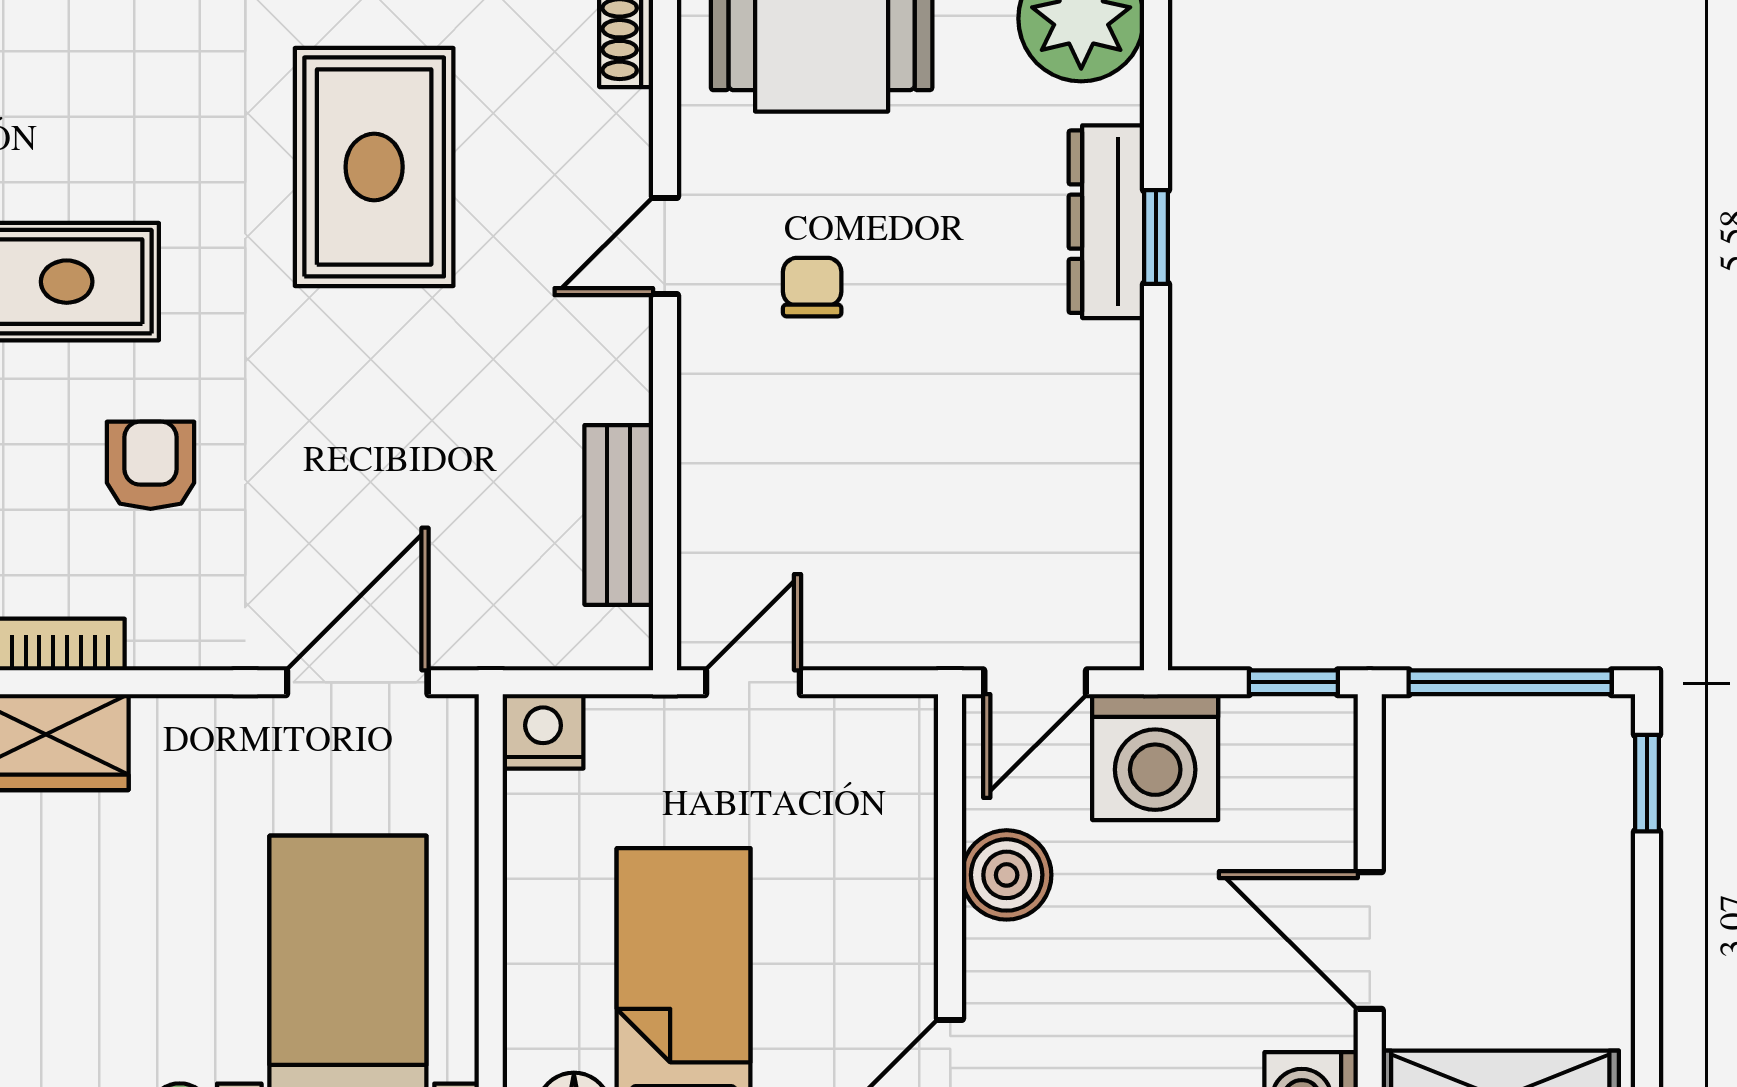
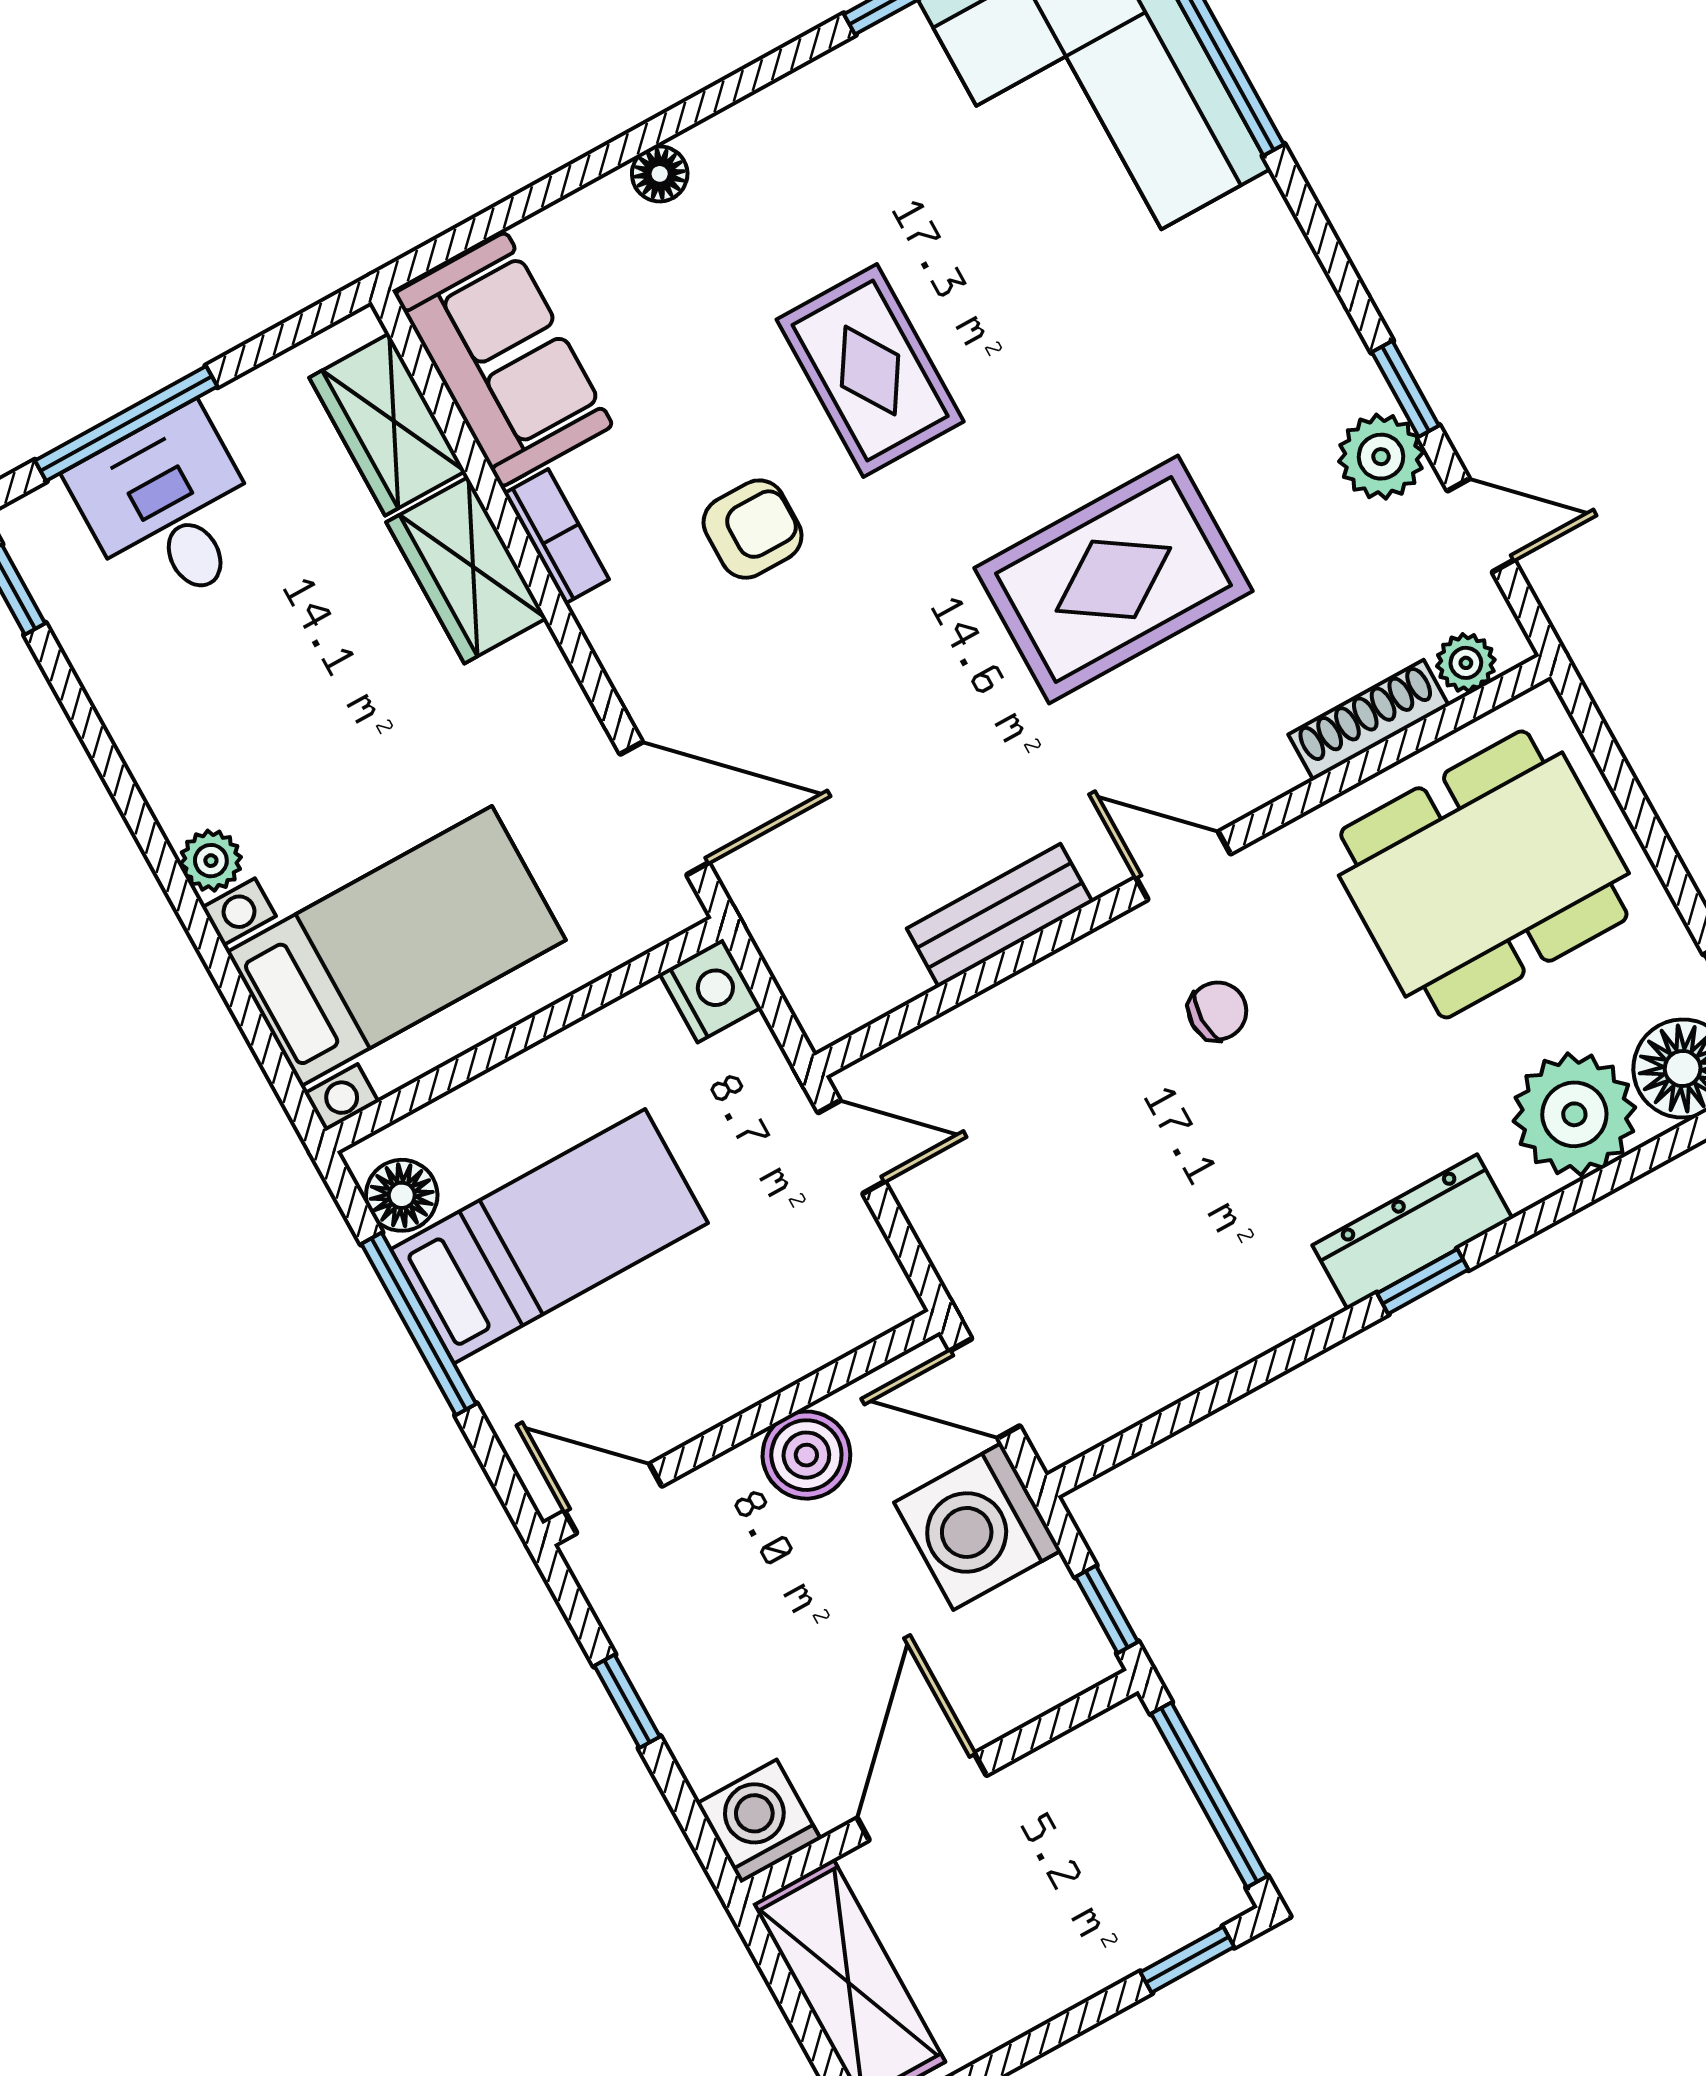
bench: (619, 515) -> (1000, 915), moved

